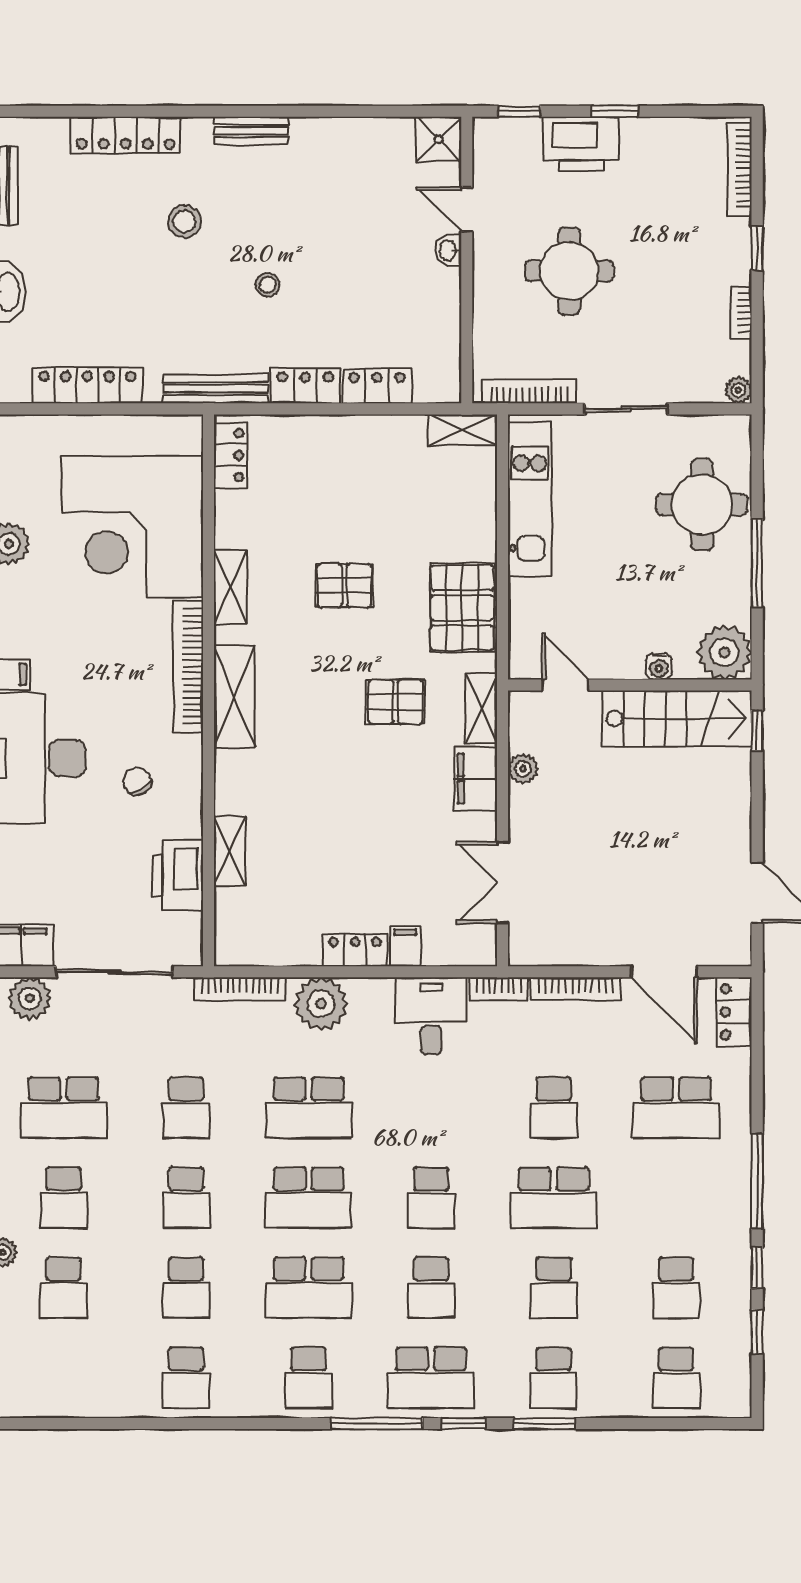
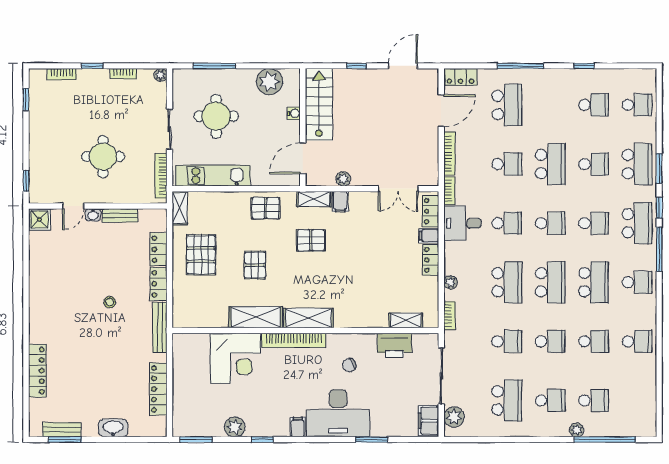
window: (615, 111) -> (26, 99), moved
bench: (251, 131) -> (120, 215), moved, turned 90
printer: (581, 144) -> (42, 151), removed
bookcase: (740, 169) -> (62, 74), width x0.64
stool: (185, 221) -> (79, 342), removed
locker: (231, 455) -> (431, 211), moved, turned -90
pallet: (366, 474) -> (201, 255), added
round table: (702, 505) -> (216, 116), moved
corner desk: (132, 527) -> (235, 358), width x0.74, depth x0.74
window: (757, 563) -> (214, 66), moved
shelving: (231, 587) -> (256, 317), width x1.50, depth x1.33
pallet: (462, 608) -> (266, 208), width x0.67, depth x0.71
plant: (725, 652) -> (269, 82), moved
door: (565, 685) -> (303, 158), width x1.38
pallet: (396, 702) -> (311, 240), turned 90
window: (757, 730) -> (356, 66), moved
filing cabinet: (476, 779) -> (340, 202), width x0.50
shelving: (230, 851) -> (406, 320), moved
bookcase: (240, 989) -> (449, 315), width x0.64
plant: (321, 1004) -> (451, 282), width x0.53, depth x0.53
school desk: (431, 1108) -> (507, 223), added
window: (757, 1181) -> (520, 66), moved
window: (757, 1332) -> (615, 66), removed
school desk: (554, 1378) -> (637, 164), width x1.85

